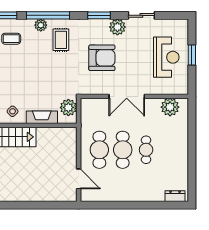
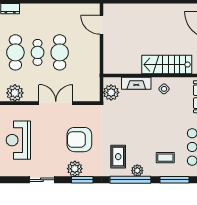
plant: (117, 27) -> (75, 169), moved
cafe table: (99, 150) -> (15, 52), moved

